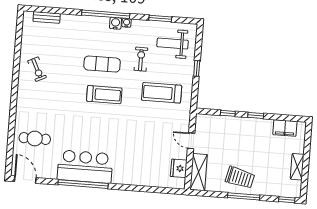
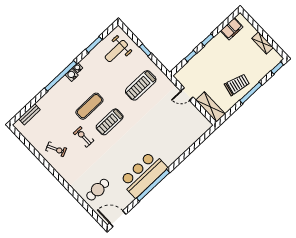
exercise bike: (141, 59) -> (84, 137), moved
treadmill: (104, 95) -> (110, 122), turned 180
fridge: (179, 168) -> (197, 117), removed

